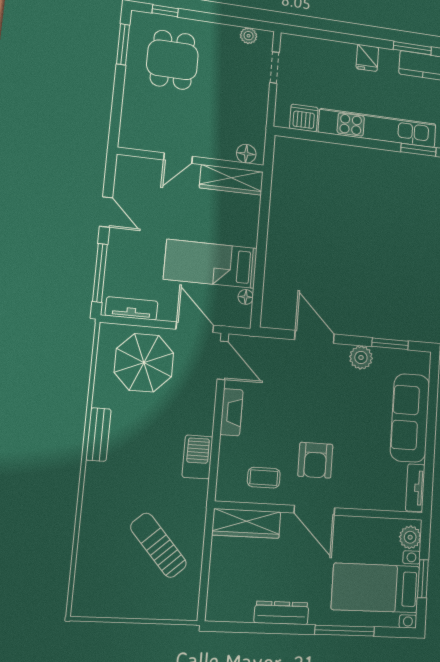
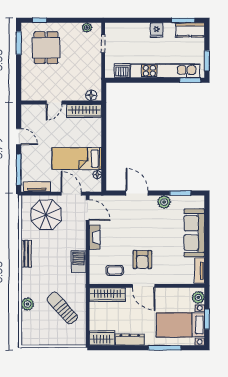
plant: (91, 534) -> (27, 304), added
wardrobe: (229, 608) -> (102, 338), added

